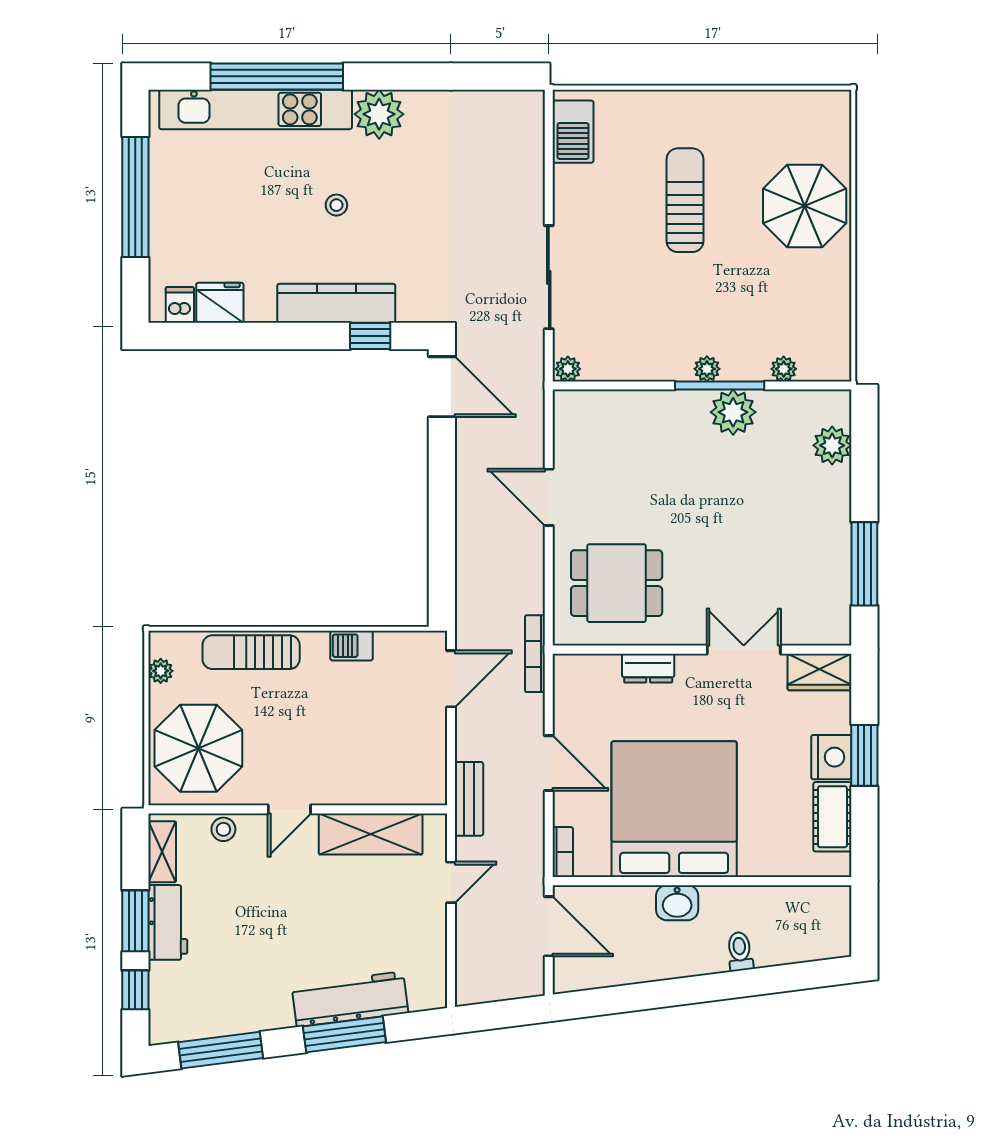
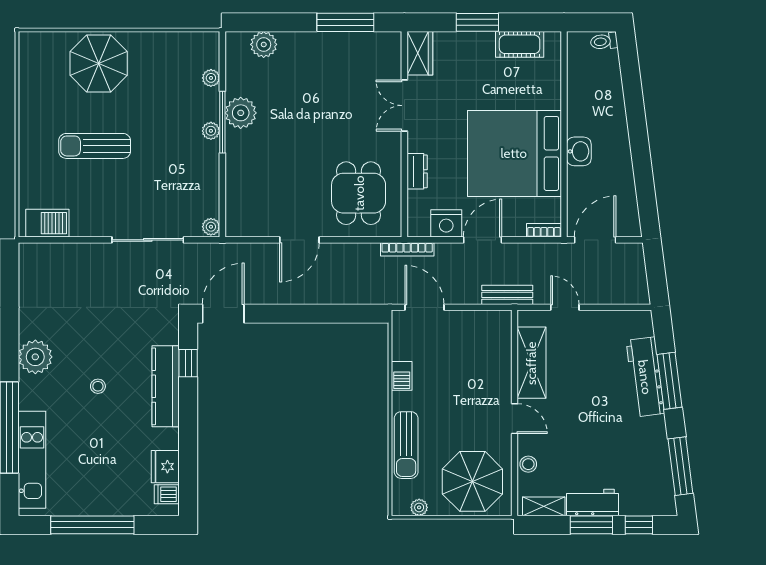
kitchen unit: (256, 109) -> (32, 460), width x0.73
nightstand: (831, 757) -> (446, 223), moved, turned 180
toilet: (740, 951) -> (604, 41), moved

